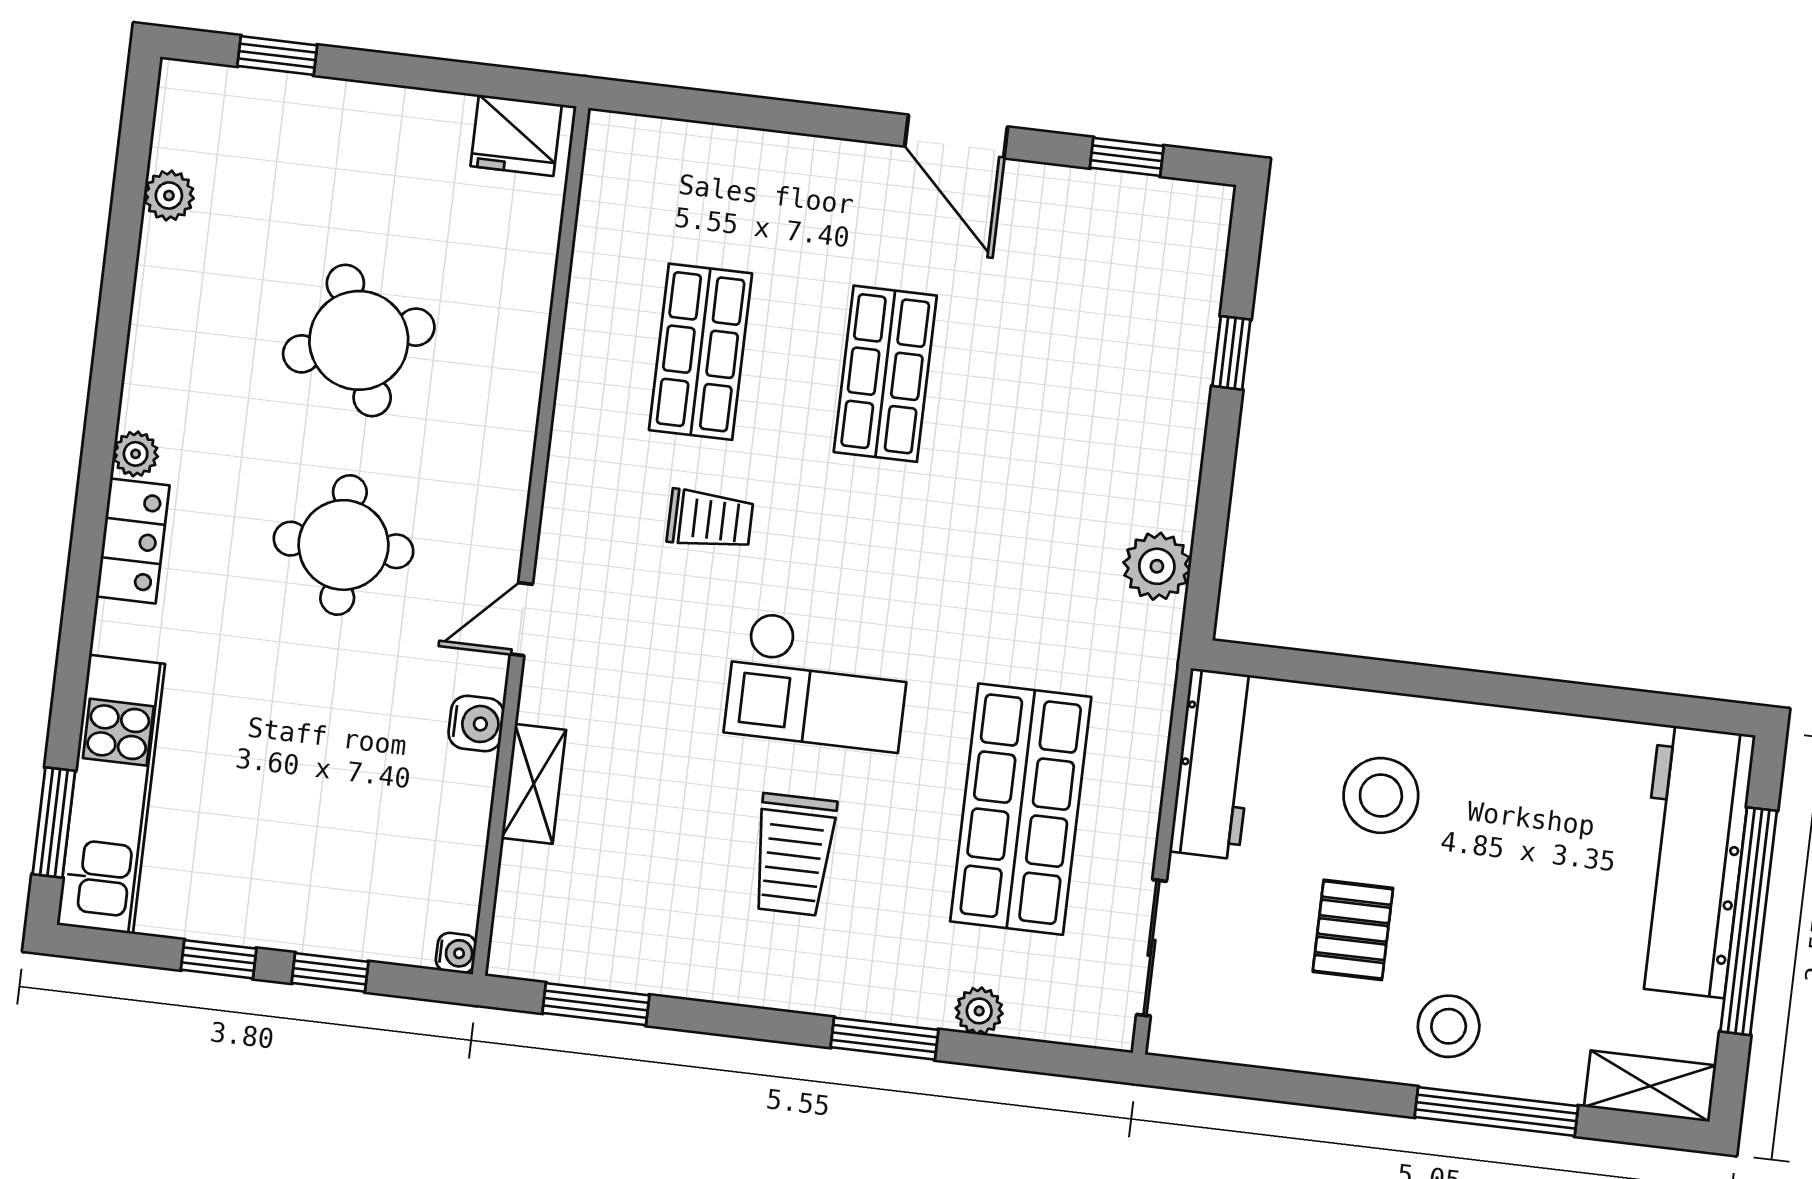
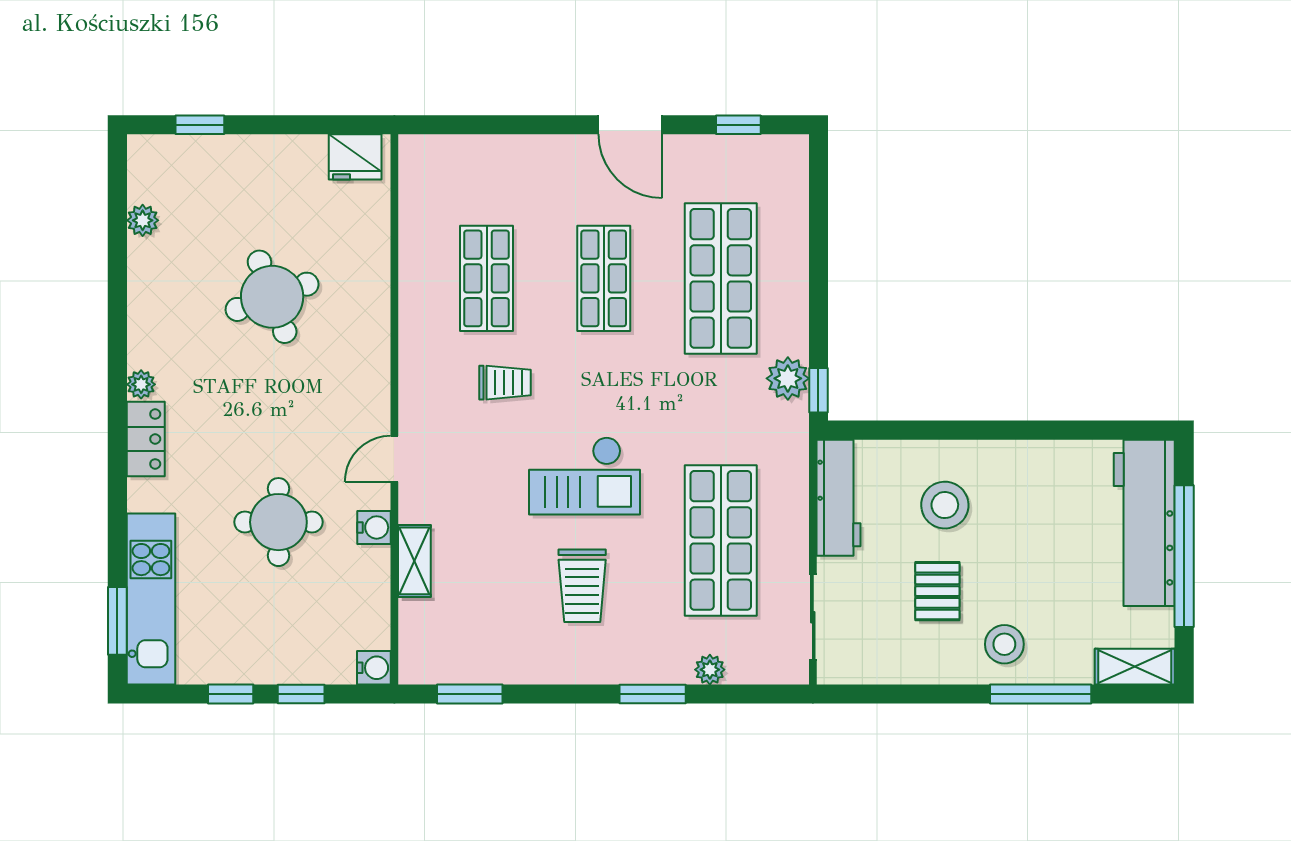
window: (1231, 353) -> (818, 390), moved
shop shelf: (1070, 396) -> (721, 278), added
round table: (344, 545) -> (278, 522), moved
water cooler: (456, 953) -> (374, 668), width x1.38, depth x1.38

